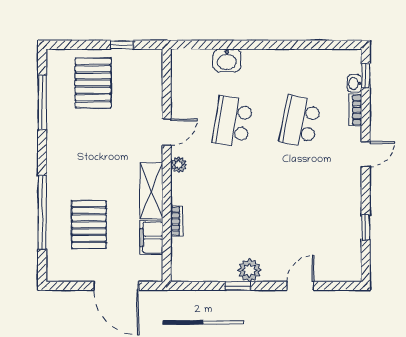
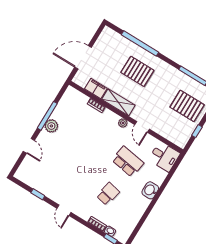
washbasin: (227, 60) -> (150, 190), moved
desk: (191, 71) -> (164, 157), added
school desk: (300, 121) -> (108, 194), width x0.54
door: (366, 154) -> (64, 210), moved
pallet: (89, 225) -> (137, 71), moved
window: (238, 286) -> (47, 116), width x2.17

